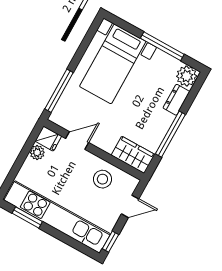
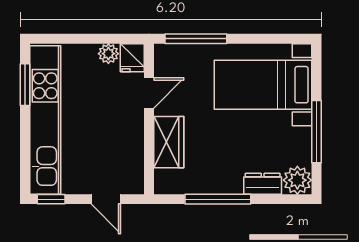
door: (77, 140) -> (149, 93), hinge flipped
wardrobe: (133, 155) -> (169, 142), moved
stool: (102, 179) -> (120, 148), removed

